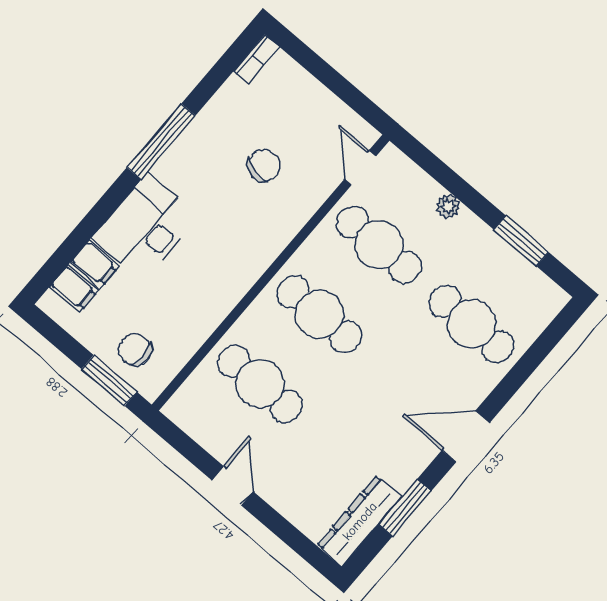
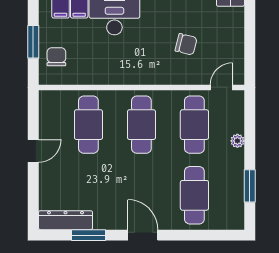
window: (109, 381) -> (33, 42), moved

